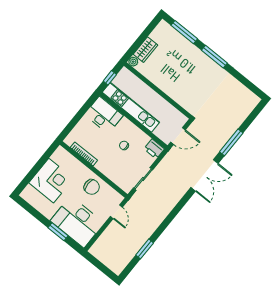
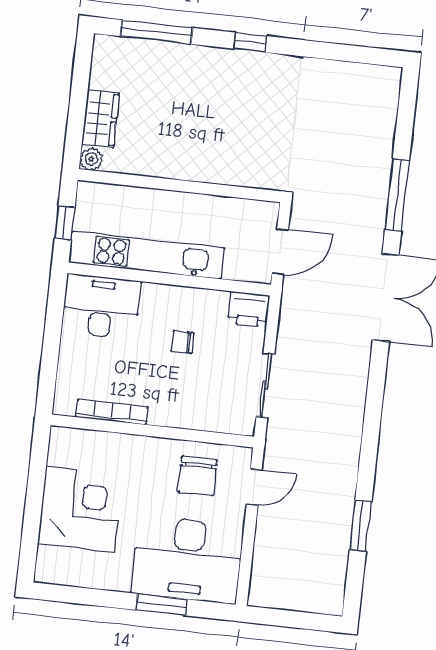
window: (214, 57) -> (250, 42), width x0.46
chair: (92, 187) -> (198, 476), moved, turned 90
door: (116, 212) -> (254, 487), hinge flipped

